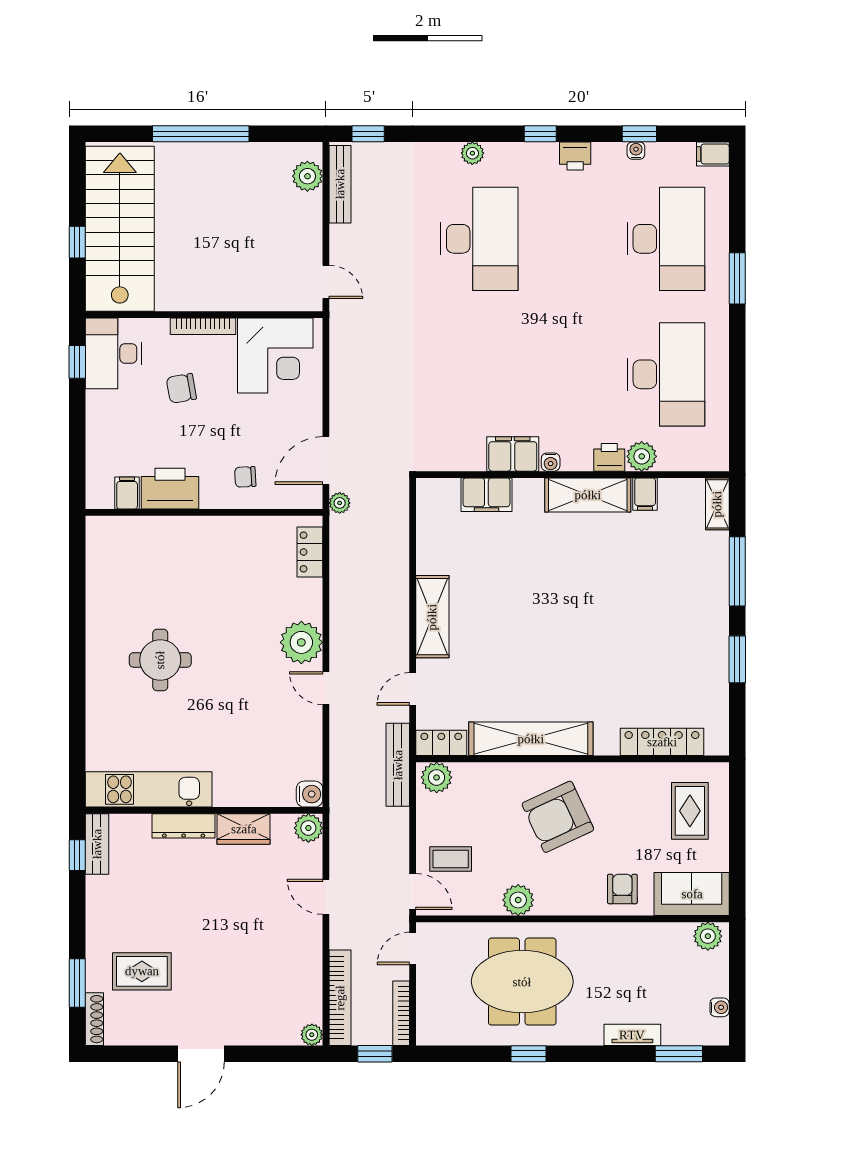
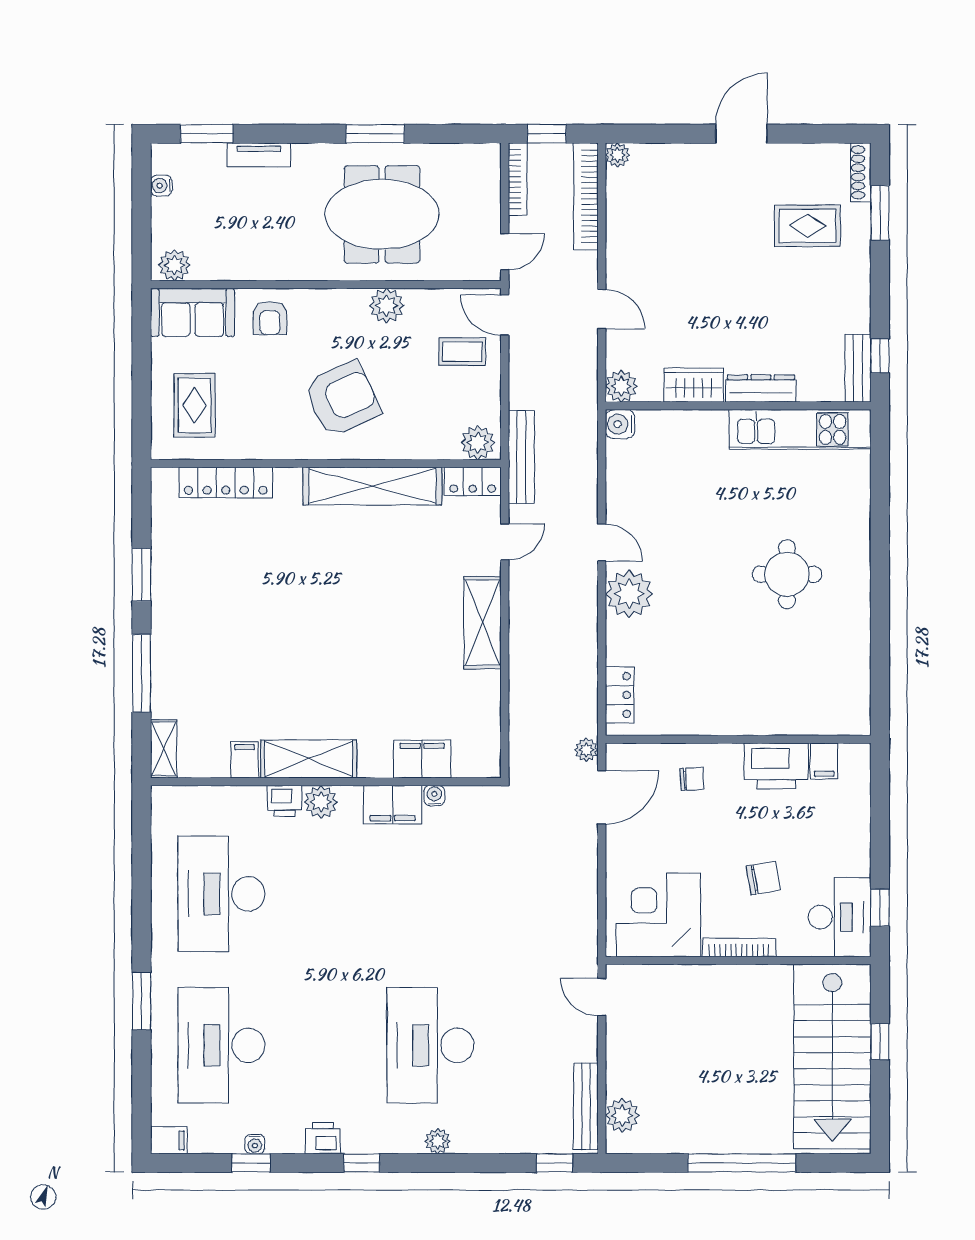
plant: (642, 456) -> (321, 802), moved
water cooler: (551, 462) -> (434, 796), moved
window: (528, 1054) -> (375, 134), width x1.50

